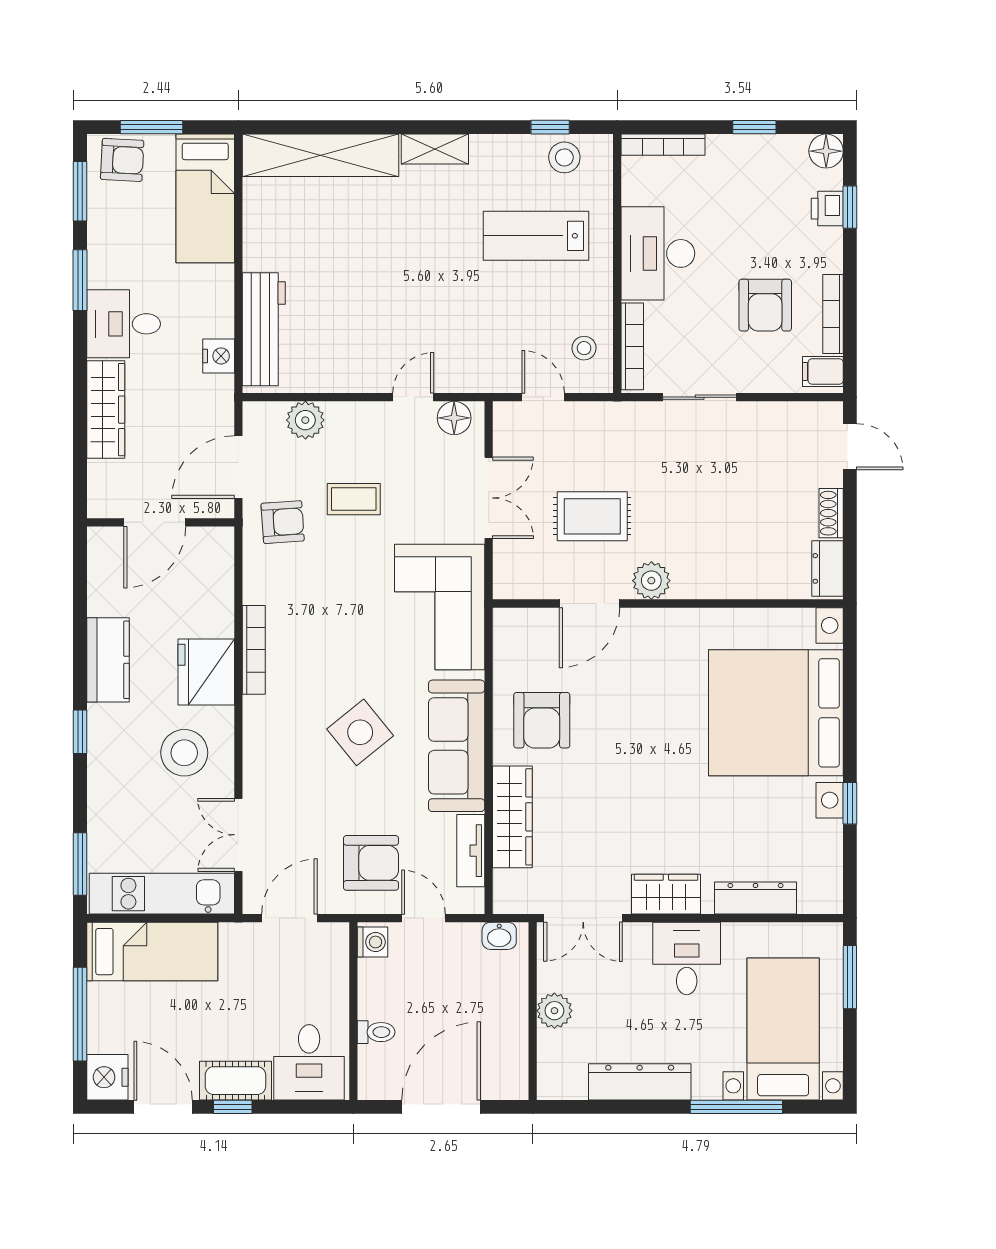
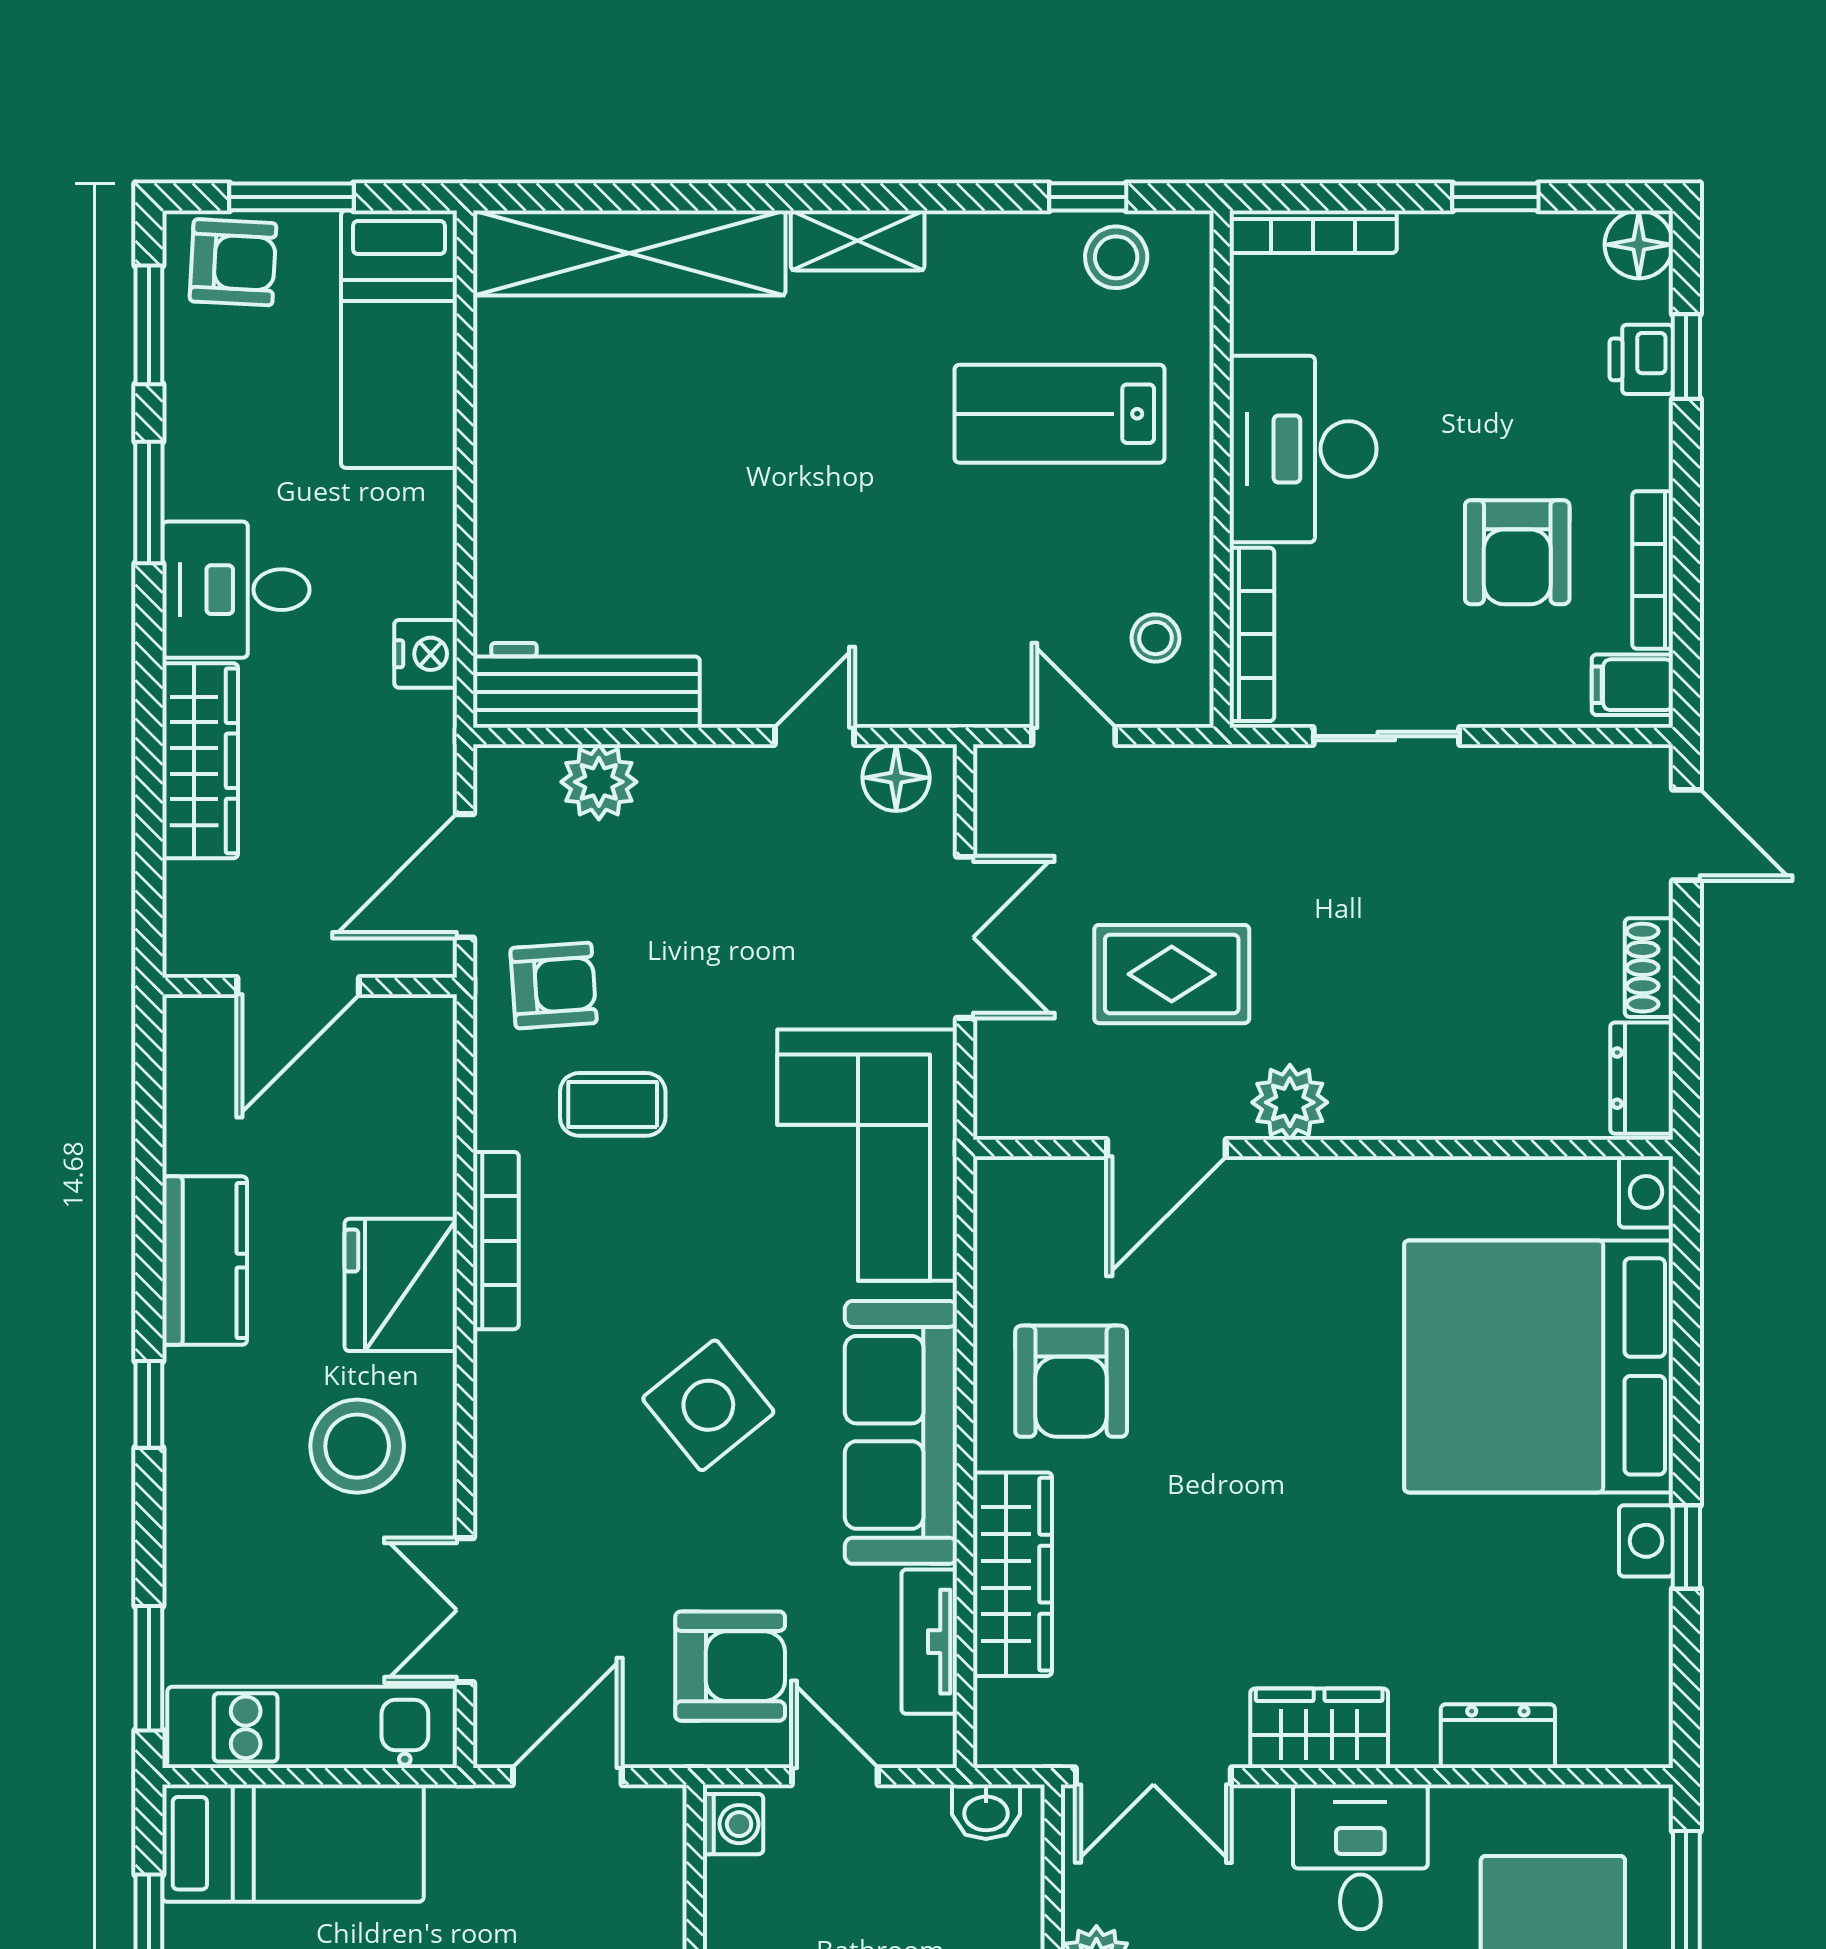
workbench: (264, 329) -> (586, 685), moved, turned -90
coffee table: (354, 499) -> (613, 1104), moved
dresser: (756, 898) -> (1498, 1736), width x0.70

